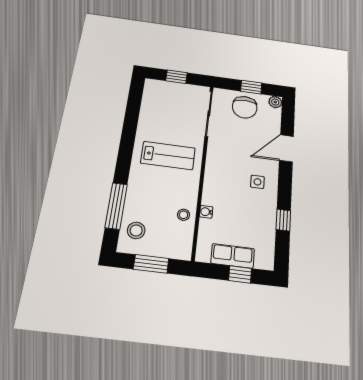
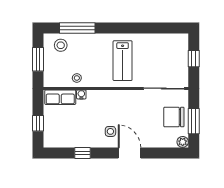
window: (251, 87) -> (194, 121), width x1.50
door: (286, 148) -> (129, 153), moved
row of seats: (233, 256) -> (60, 97), moved, turned 90

